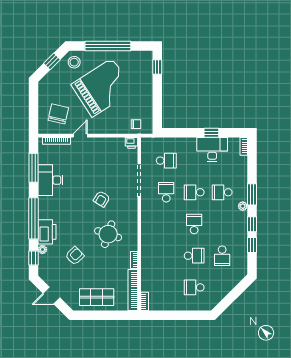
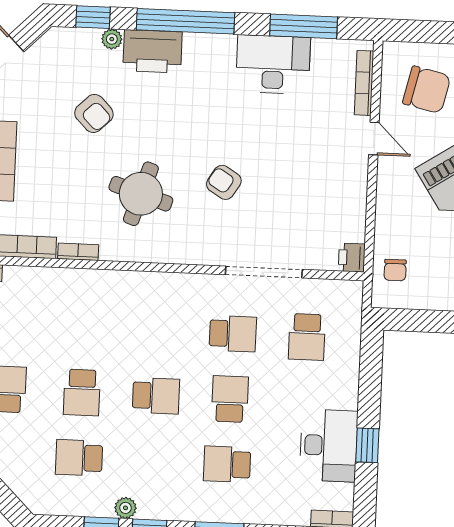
school desk: (222, 192) -> (227, 464), turned -90
plant: (243, 206) -> (125, 508), moved

